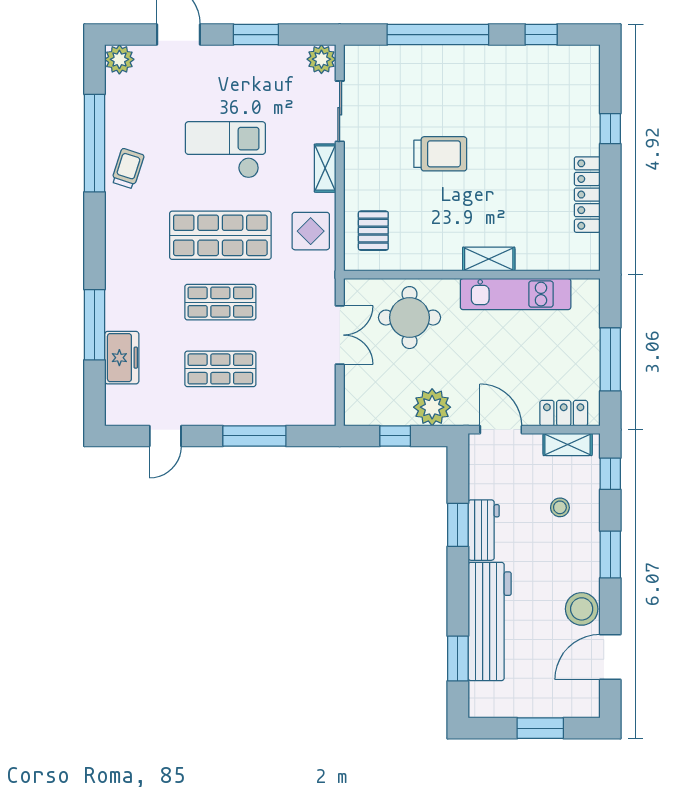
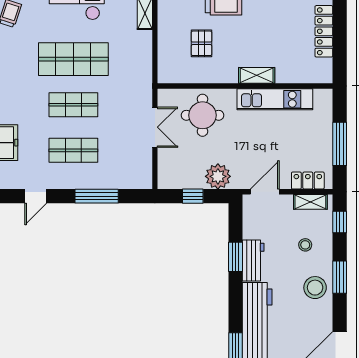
display table: (311, 231) -> (135, 56), removed
pallet: (373, 231) -> (202, 43), moved
door: (501, 430) -> (265, 192), hinge flipped
stool: (582, 609) -> (315, 288), moved

